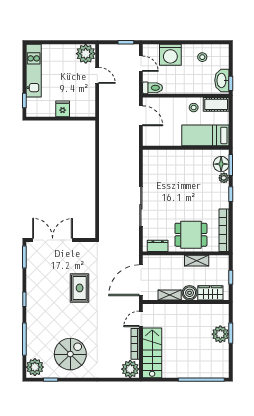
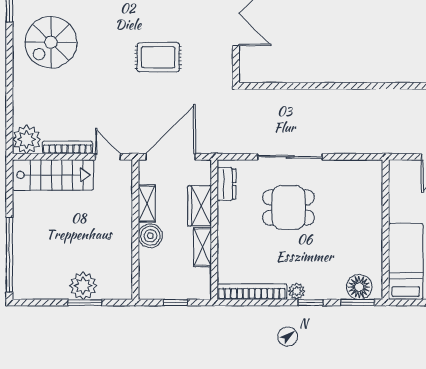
plant: (224, 178) -> (297, 291), moved
dining table: (191, 235) -> (288, 208), moved, turned 90
door: (141, 280) -> (171, 157), hinge flipped
wardrobe: (210, 293) -> (200, 206), moved, turned 180
spiral stairs: (70, 354) -> (51, 42), turned 90

